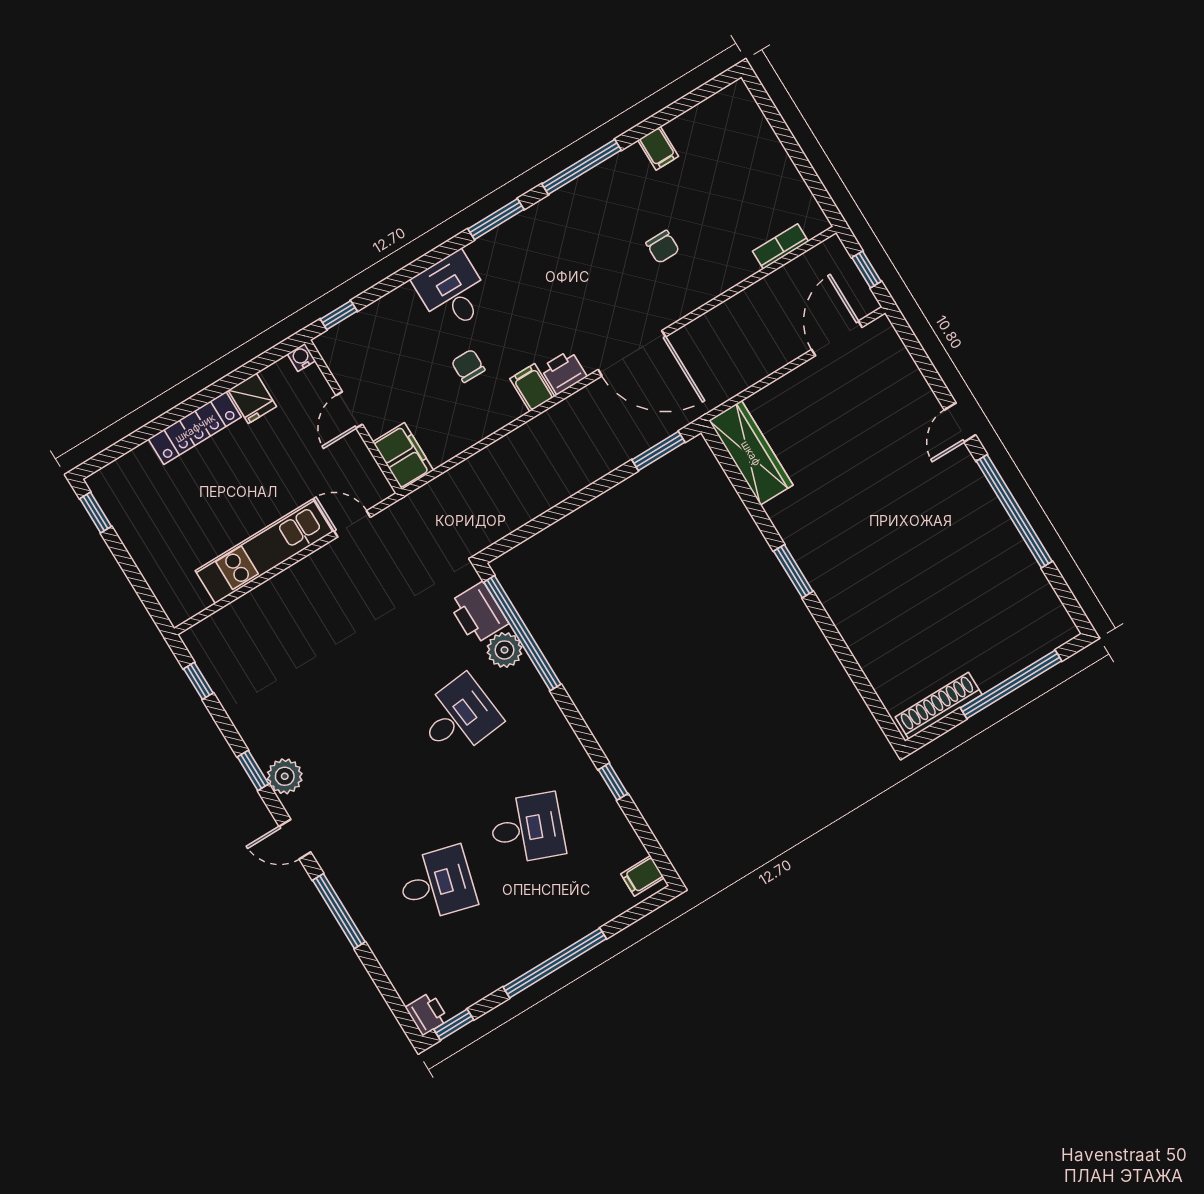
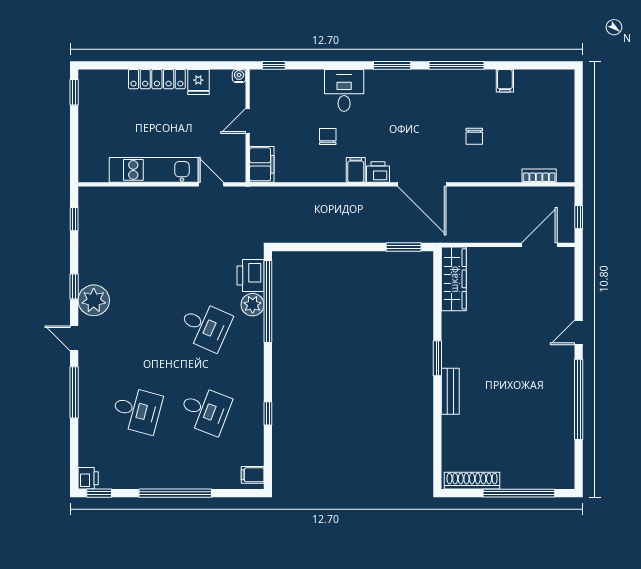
bench: (837, 605) -> (450, 391), added
desk: (459, 717) -> (205, 326), turned 30
plant: (285, 776) -> (94, 300), width x1.36, depth x1.36

